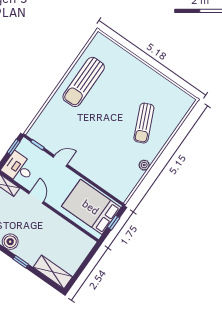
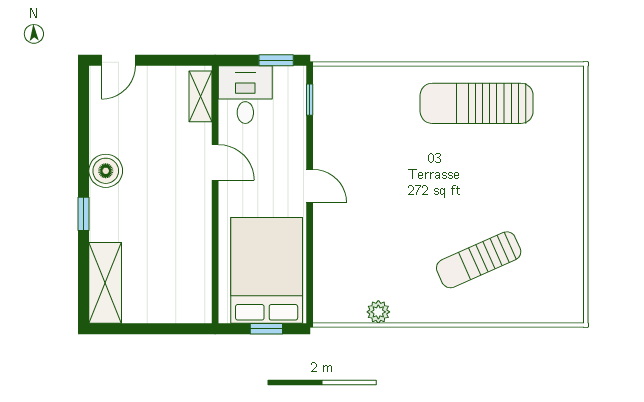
door: (60, 161) -> (310, 186), moved
plant: (144, 165) -> (378, 312), moved
door: (36, 198) -> (215, 162), hinge flipped

